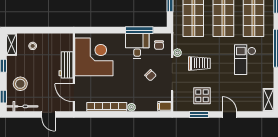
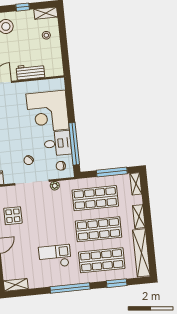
window: (139, 30) -> (74, 144), width x1.46
corner desk: (94, 57) -> (48, 112), moved, turned 90
trolley: (199, 63) -> (46, 210), removed

